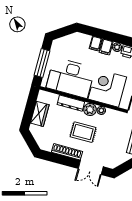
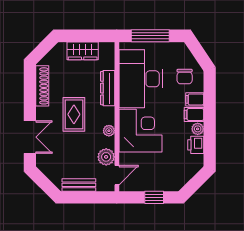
chair: (77, 46) -> (185, 77), added
plant: (90, 109) -> (106, 157), moved
shoe rack: (67, 152) -> (42, 86), moved
double door: (91, 168) -> (30, 137), swing flipped

